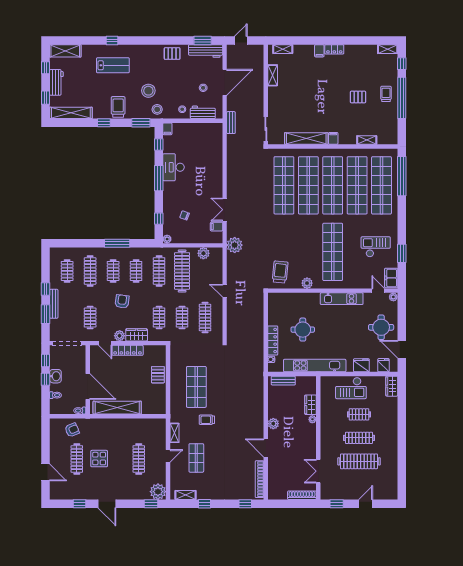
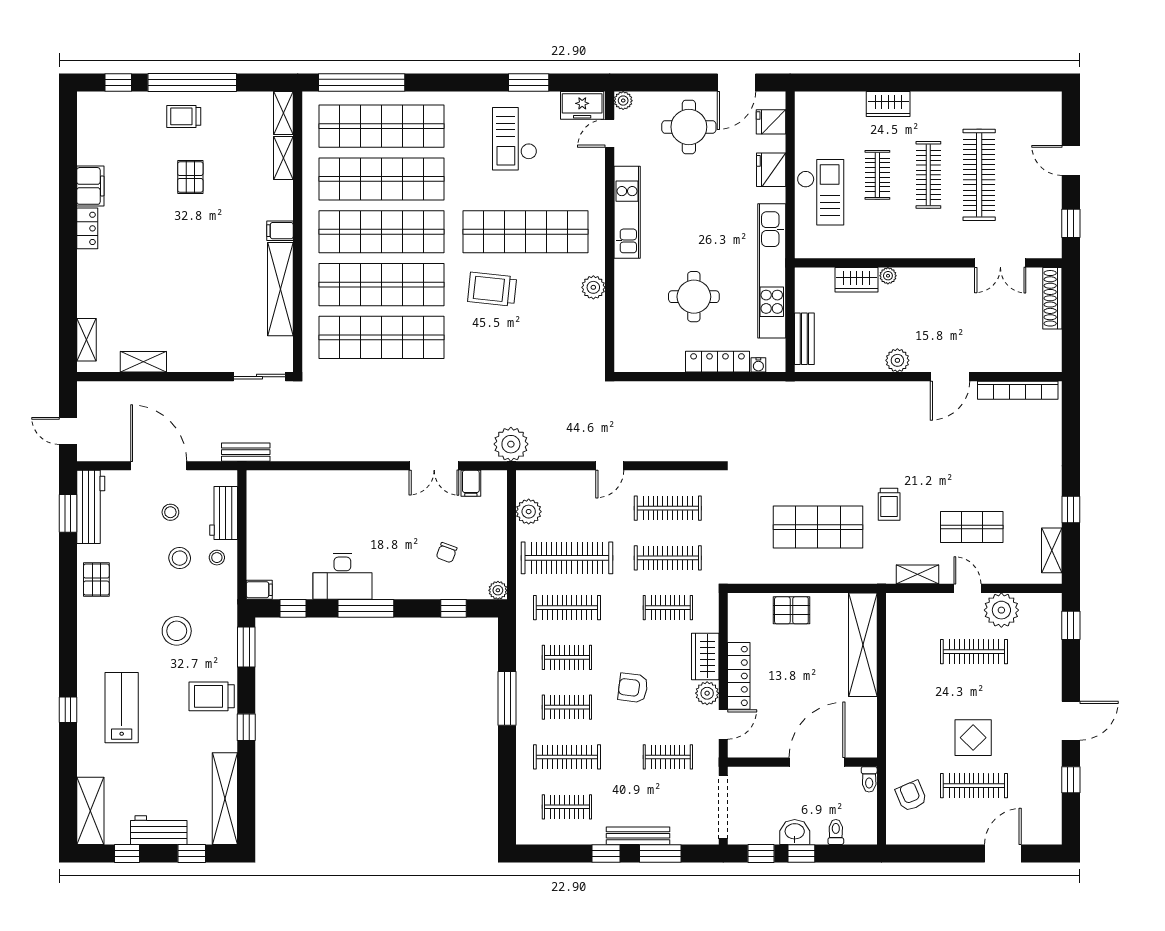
shelving: (388, 49) -> (283, 113), moved
filing cabinet: (319, 51) -> (90, 186), moved, width x2.00
stool: (157, 109) -> (180, 558), moved
trolley: (280, 272) -> (492, 289), moved
clothes rail: (182, 318) -> (668, 558), width x1.36
wardrobe: (392, 386) -> (888, 104), moved
shelving: (117, 408) -> (863, 645), moved
plant: (158, 492) -> (1001, 610), moved
window: (245, 504) -> (1071, 421), removed

